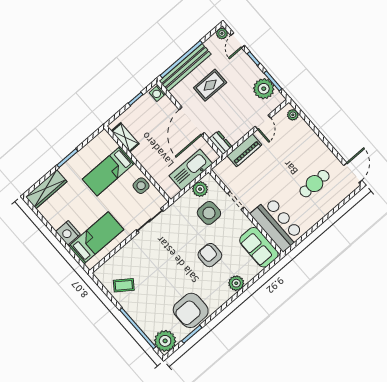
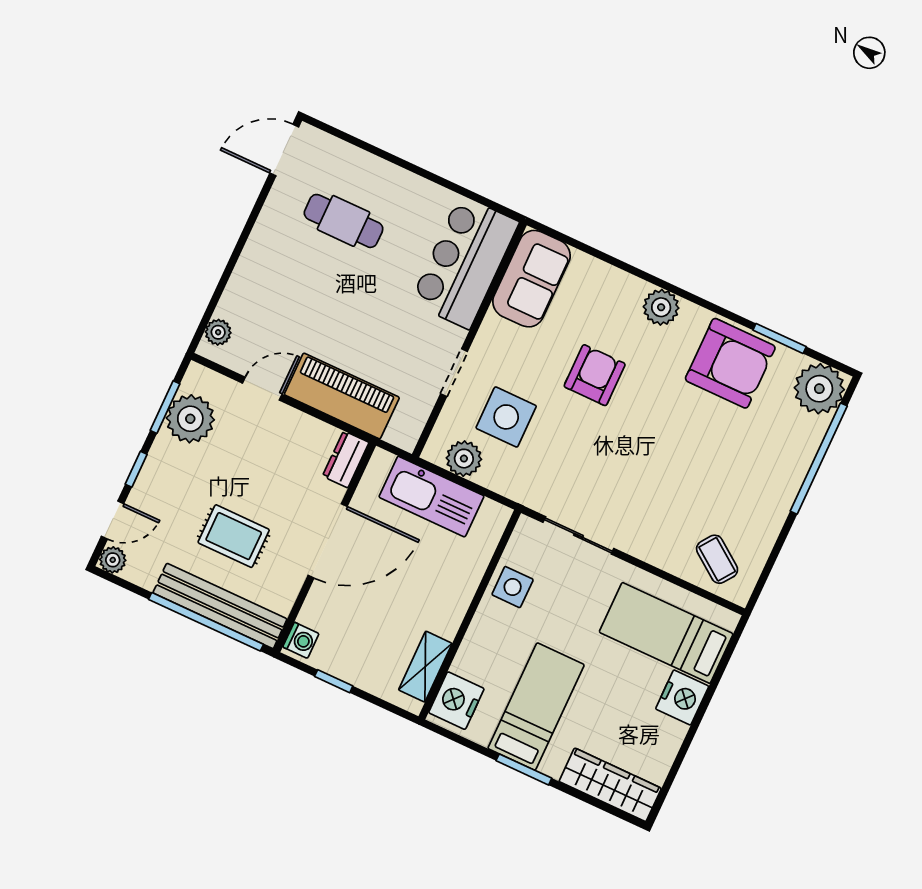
nightstand: (106, 144) -> (456, 701), added
piano: (244, 150) -> (342, 396), width x1.37, depth x1.33
bed: (109, 171) -> (536, 707), moved, turned -90
armchair: (210, 255) -> (595, 375), turned 180
plant: (236, 283) -> (661, 307), moved
coffee table: (124, 285) -> (717, 559), moved

